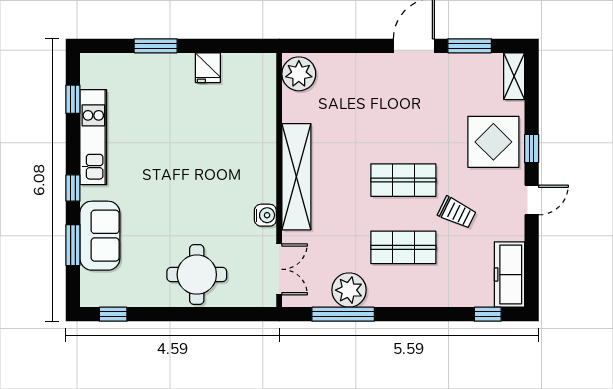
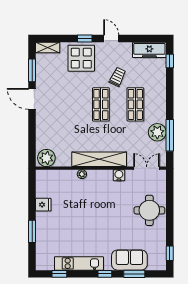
plant: (267, 143) -> (82, 174), added

